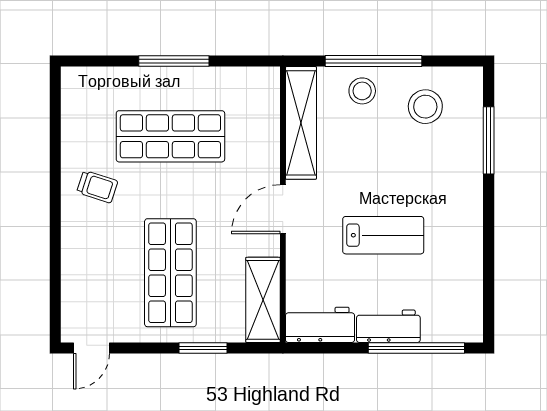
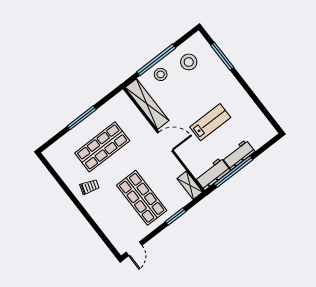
door: (283, 209) -> (165, 142), swing flipped
shelving: (263, 300) -> (190, 185), width x0.67, depth x0.75
window: (416, 348) -> (233, 172), moved

